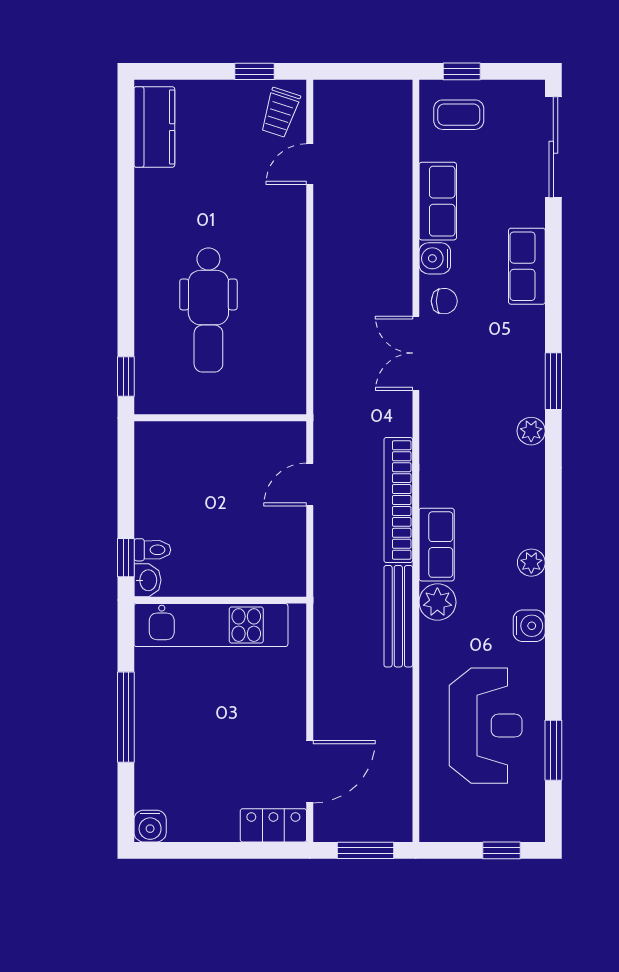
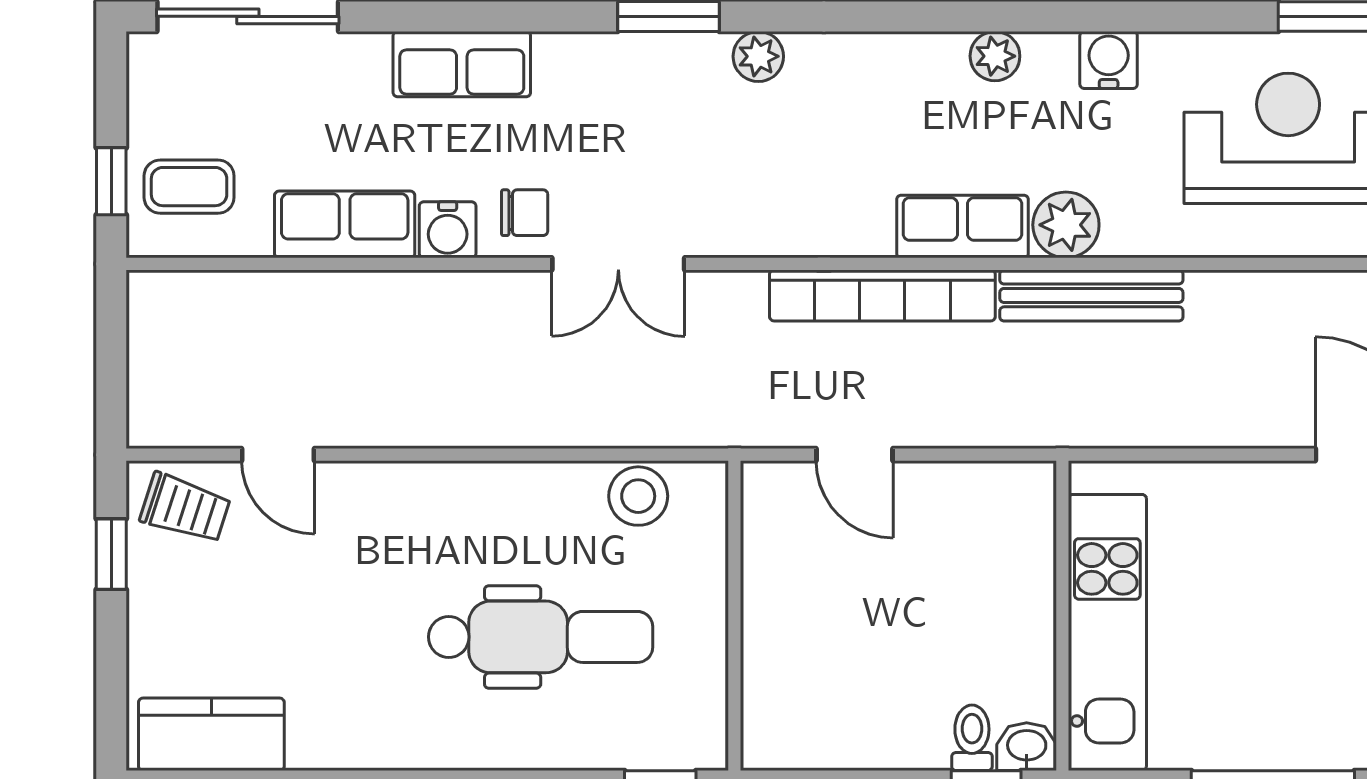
coffee table: (459, 115) -> (189, 187), turned 90
chair: (444, 301) -> (525, 213), turned 90
stool: (287, 364) -> (638, 496), added

